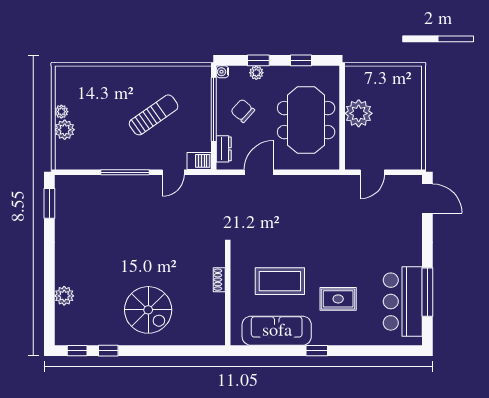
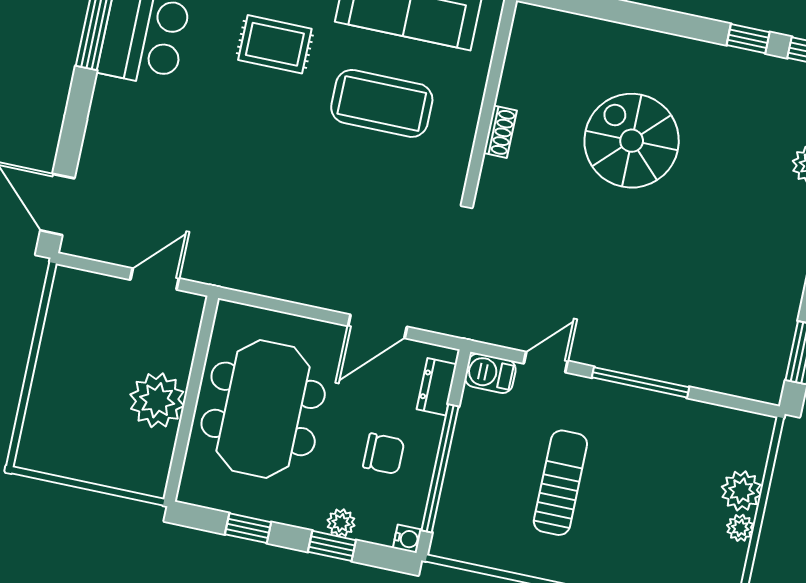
chair: (243, 111) -> (384, 454), turned -42
sun lounger: (154, 115) -> (560, 483), turned 125
spiral stairs: (148, 310) -> (632, 141), moved

